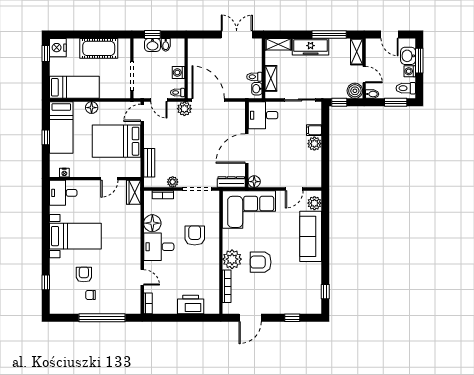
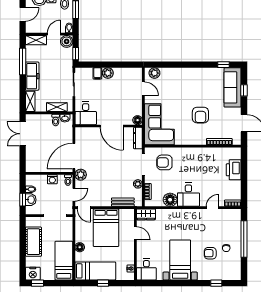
armchair: (195, 235) -> (164, 162), moved
sofa: (311, 236) -> (233, 87), moved, turned 90
plant: (232, 259) -> (198, 137), removed

